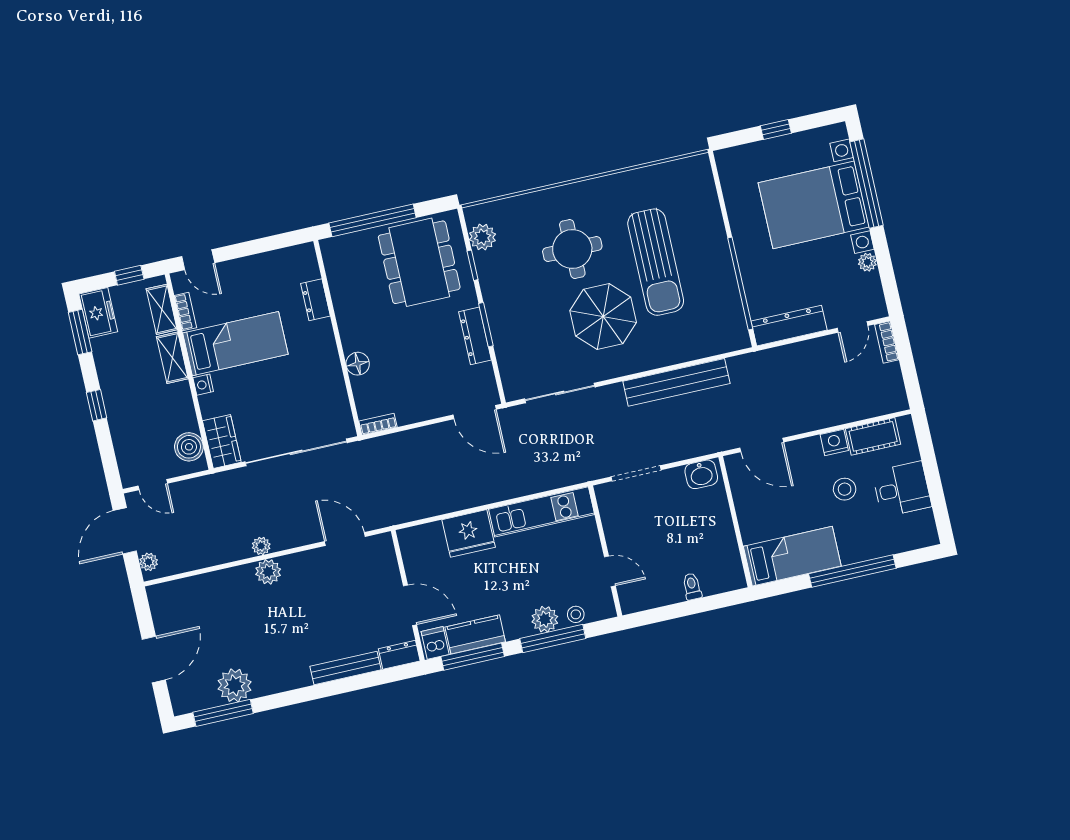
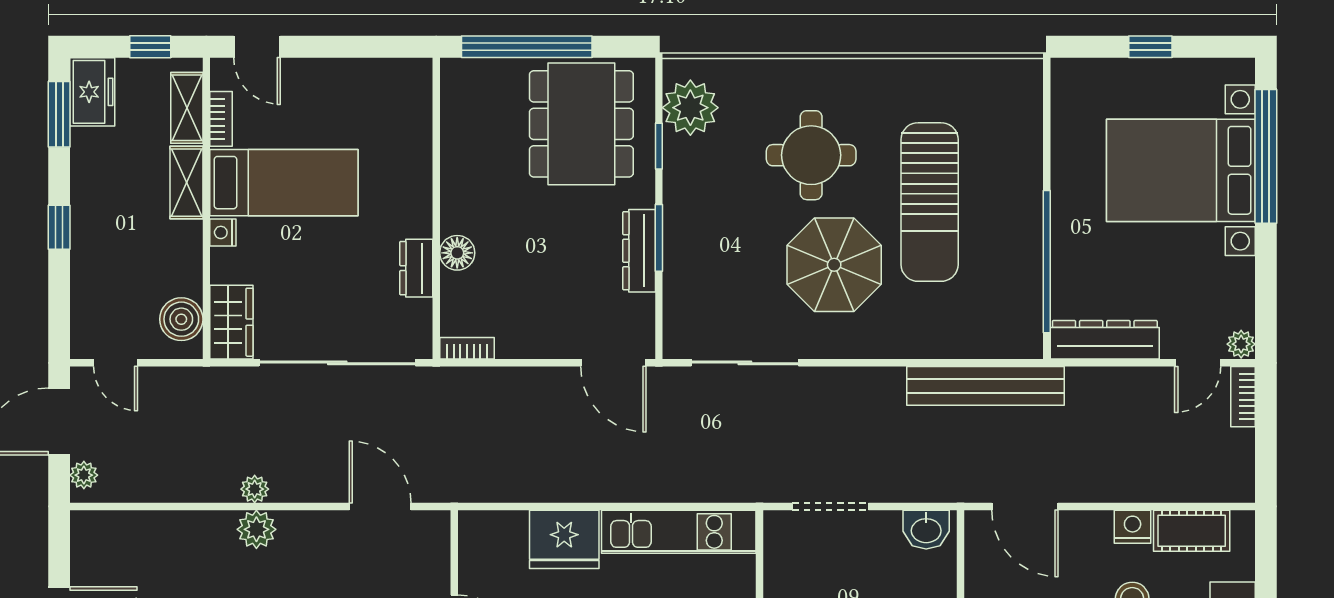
plant: (482, 237) -> (690, 108), width x1.36, depth x1.36
plant: (867, 262) -> (1241, 344), moved
dresser: (315, 300) -> (416, 268), moved
bench: (676, 382) -> (986, 386), moved

